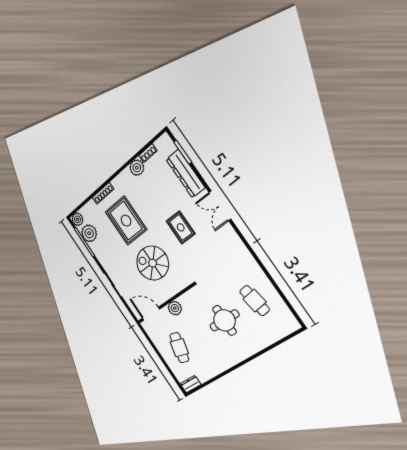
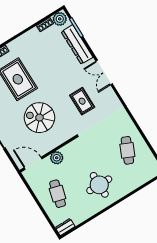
plant: (137, 168) -> (60, 19), moved
rug: (181, 227) -> (82, 101), moved
cafe table: (255, 301) -> (127, 150), turned 33
round table: (224, 320) -> (99, 185), moved

